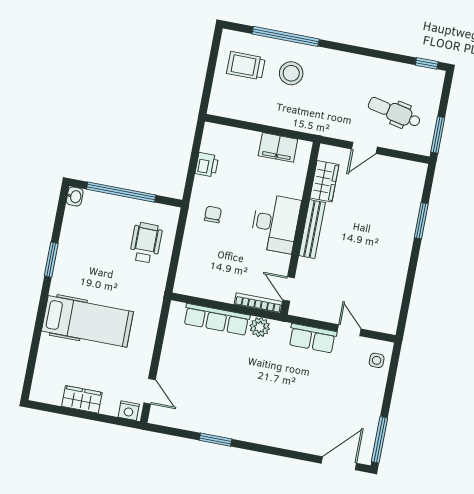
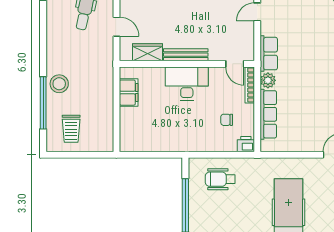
stool: (291, 73) -> (59, 84), moved
printer: (207, 165) -> (246, 144), moved
chair: (213, 214) -> (227, 120), moved
door: (289, 289) -> (235, 64), hinge flipped
row of seats: (312, 338) -> (269, 54), moved

